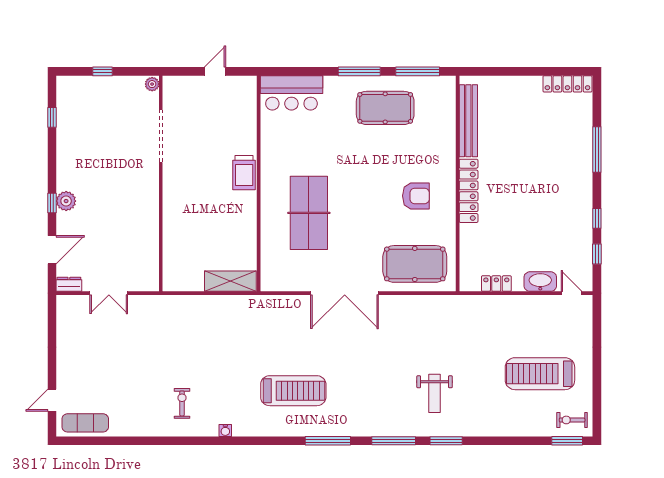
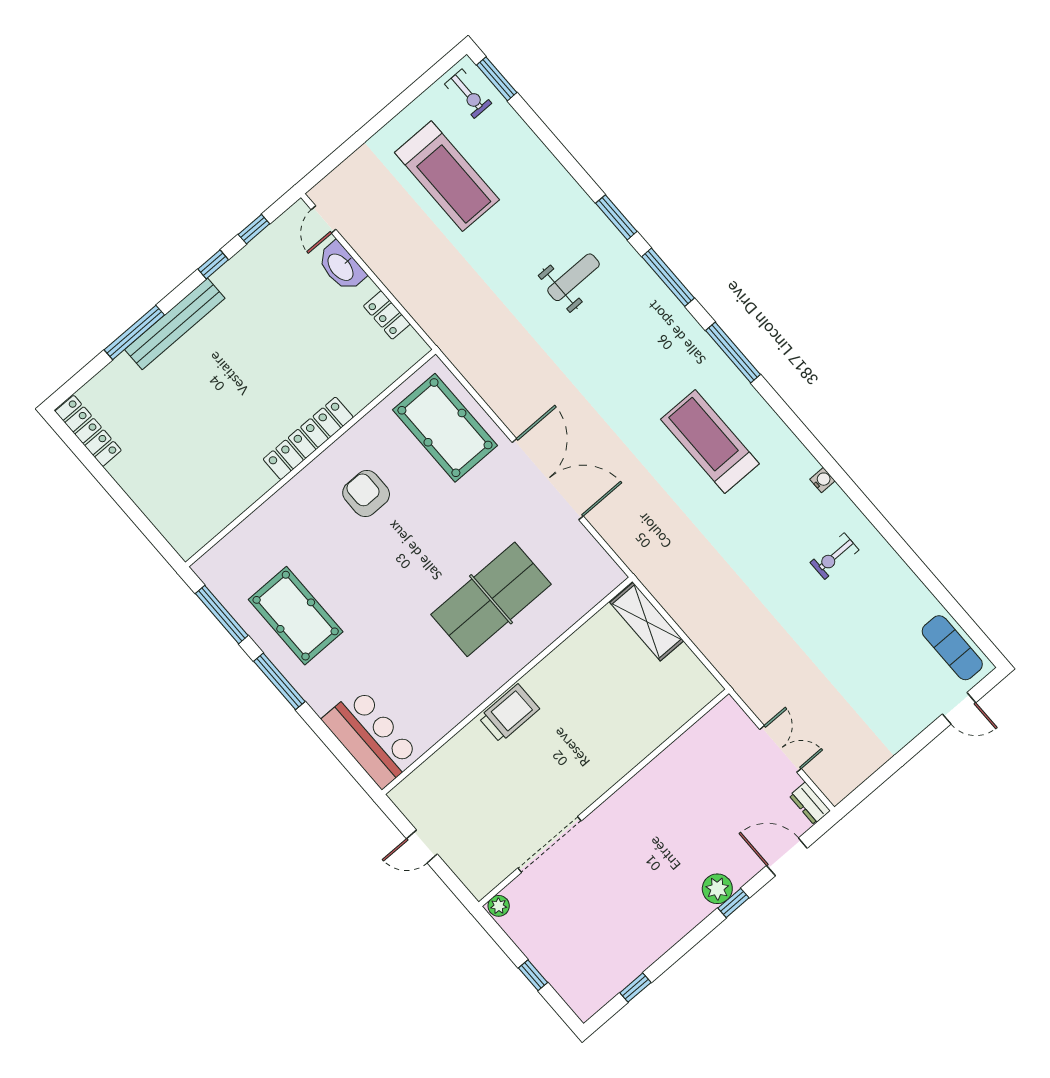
bench: (468, 121) -> (175, 324), moved

